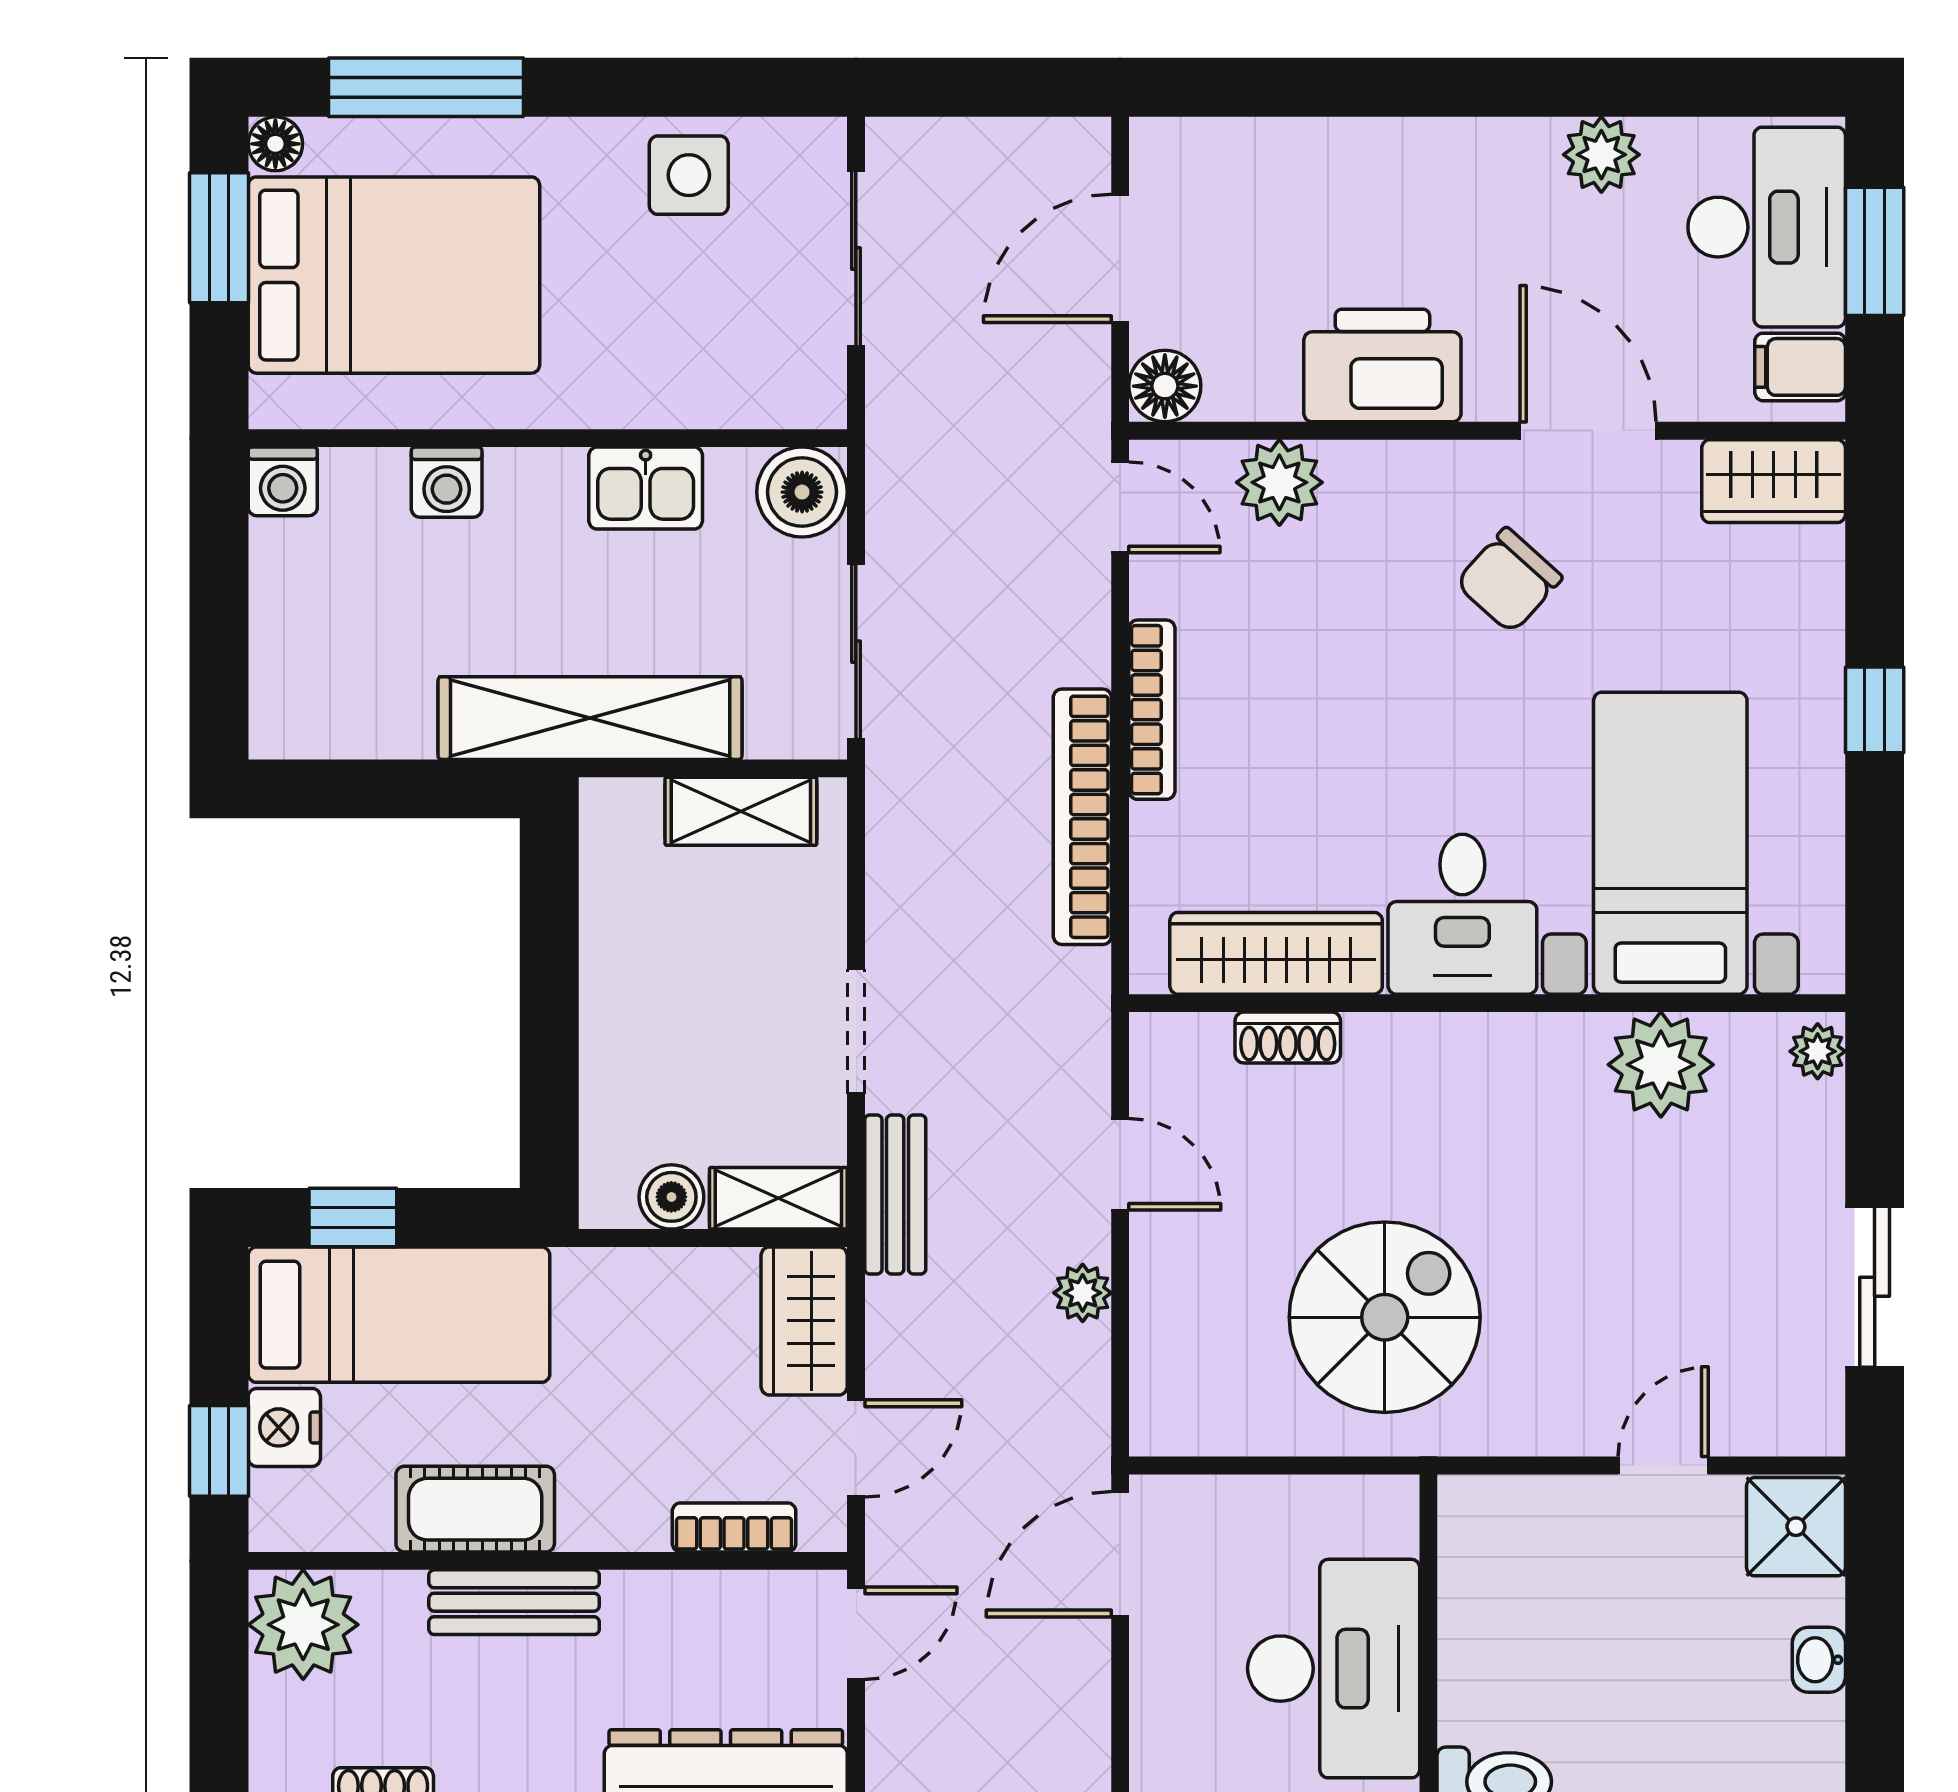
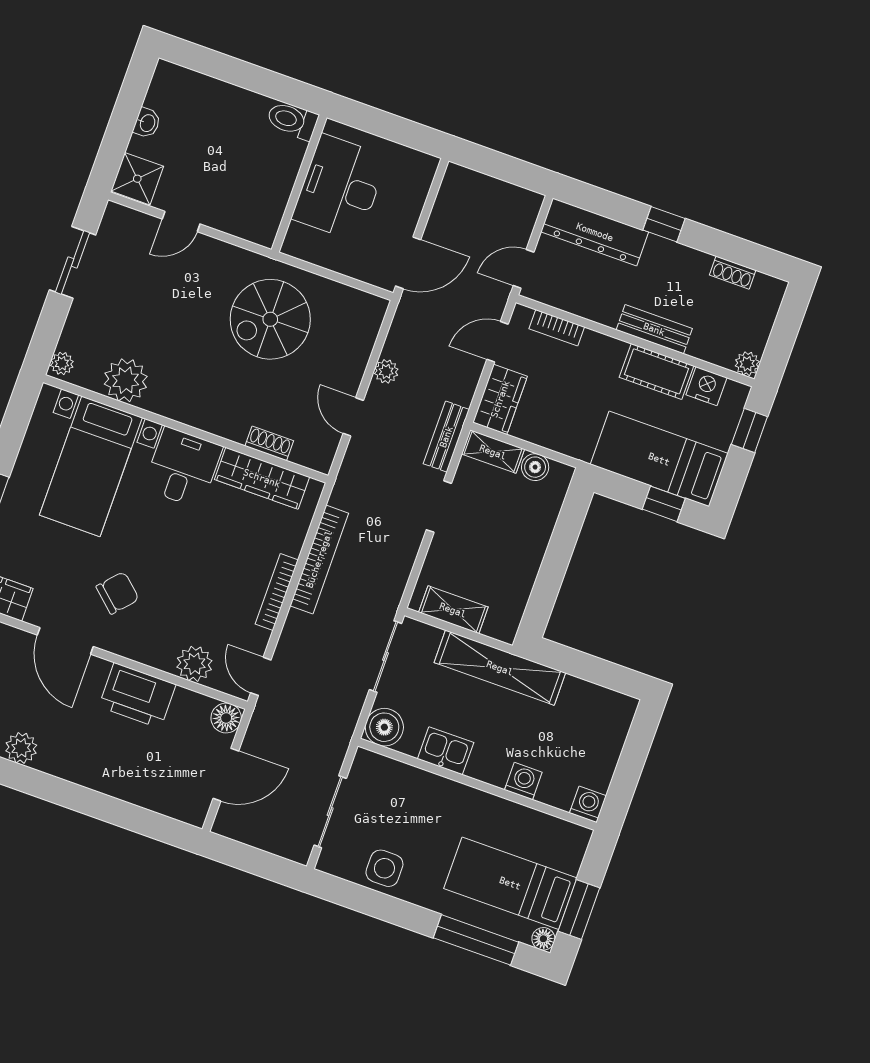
bed: (394, 275) -> (510, 883), width x0.67
nightstand: (284, 1427) -> (707, 386), moved, turned -90
plant: (303, 1625) -> (747, 364), width x0.53, depth x0.53

